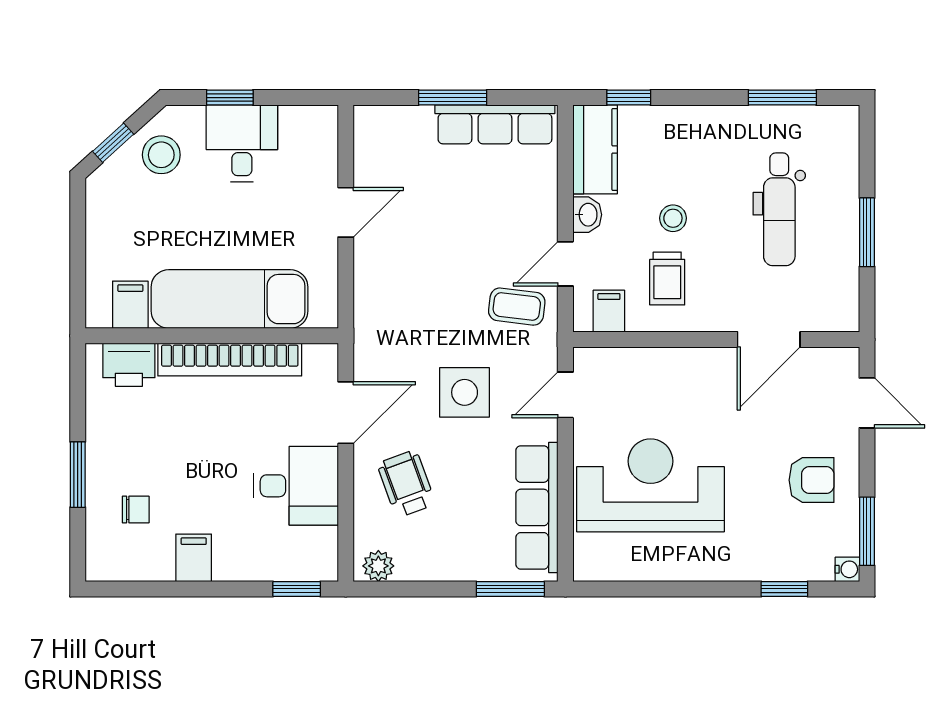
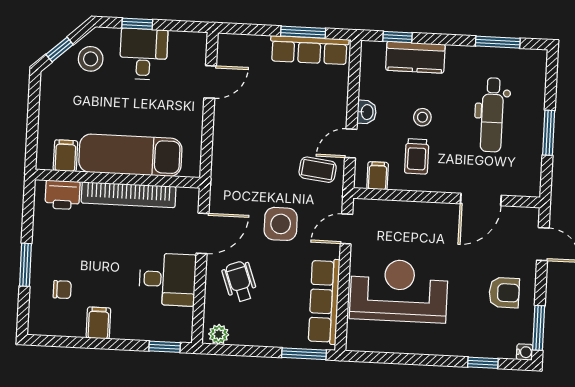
window: (453, 98) -> (303, 32), moved
kitchen counter: (595, 149) -> (415, 57), moved, turned 90
door: (346, 212) -> (210, 82), moved

